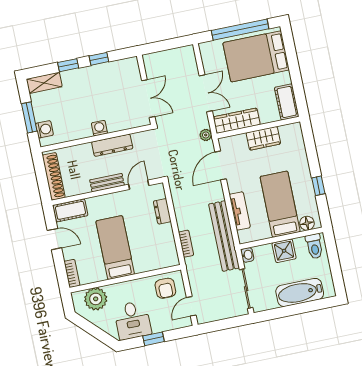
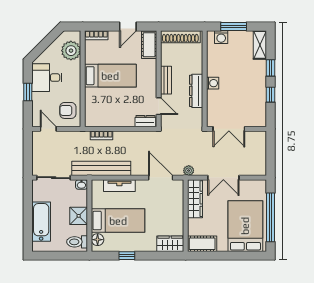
wardrobe: (263, 138) -> (170, 244), moved, turned 90
dresser: (162, 211) -> (145, 121), moved

